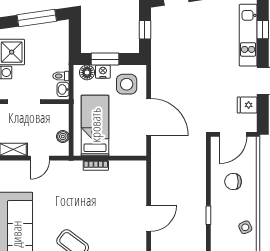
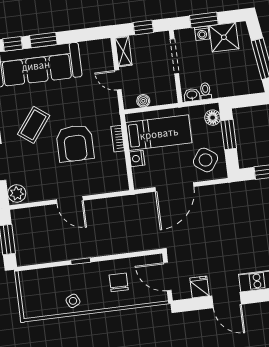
nightstand: (103, 72) -> (137, 159), moved, turned 180
side table: (127, 84) -> (205, 160), turned 35
armchair: (95, 207) -> (75, 143), added

